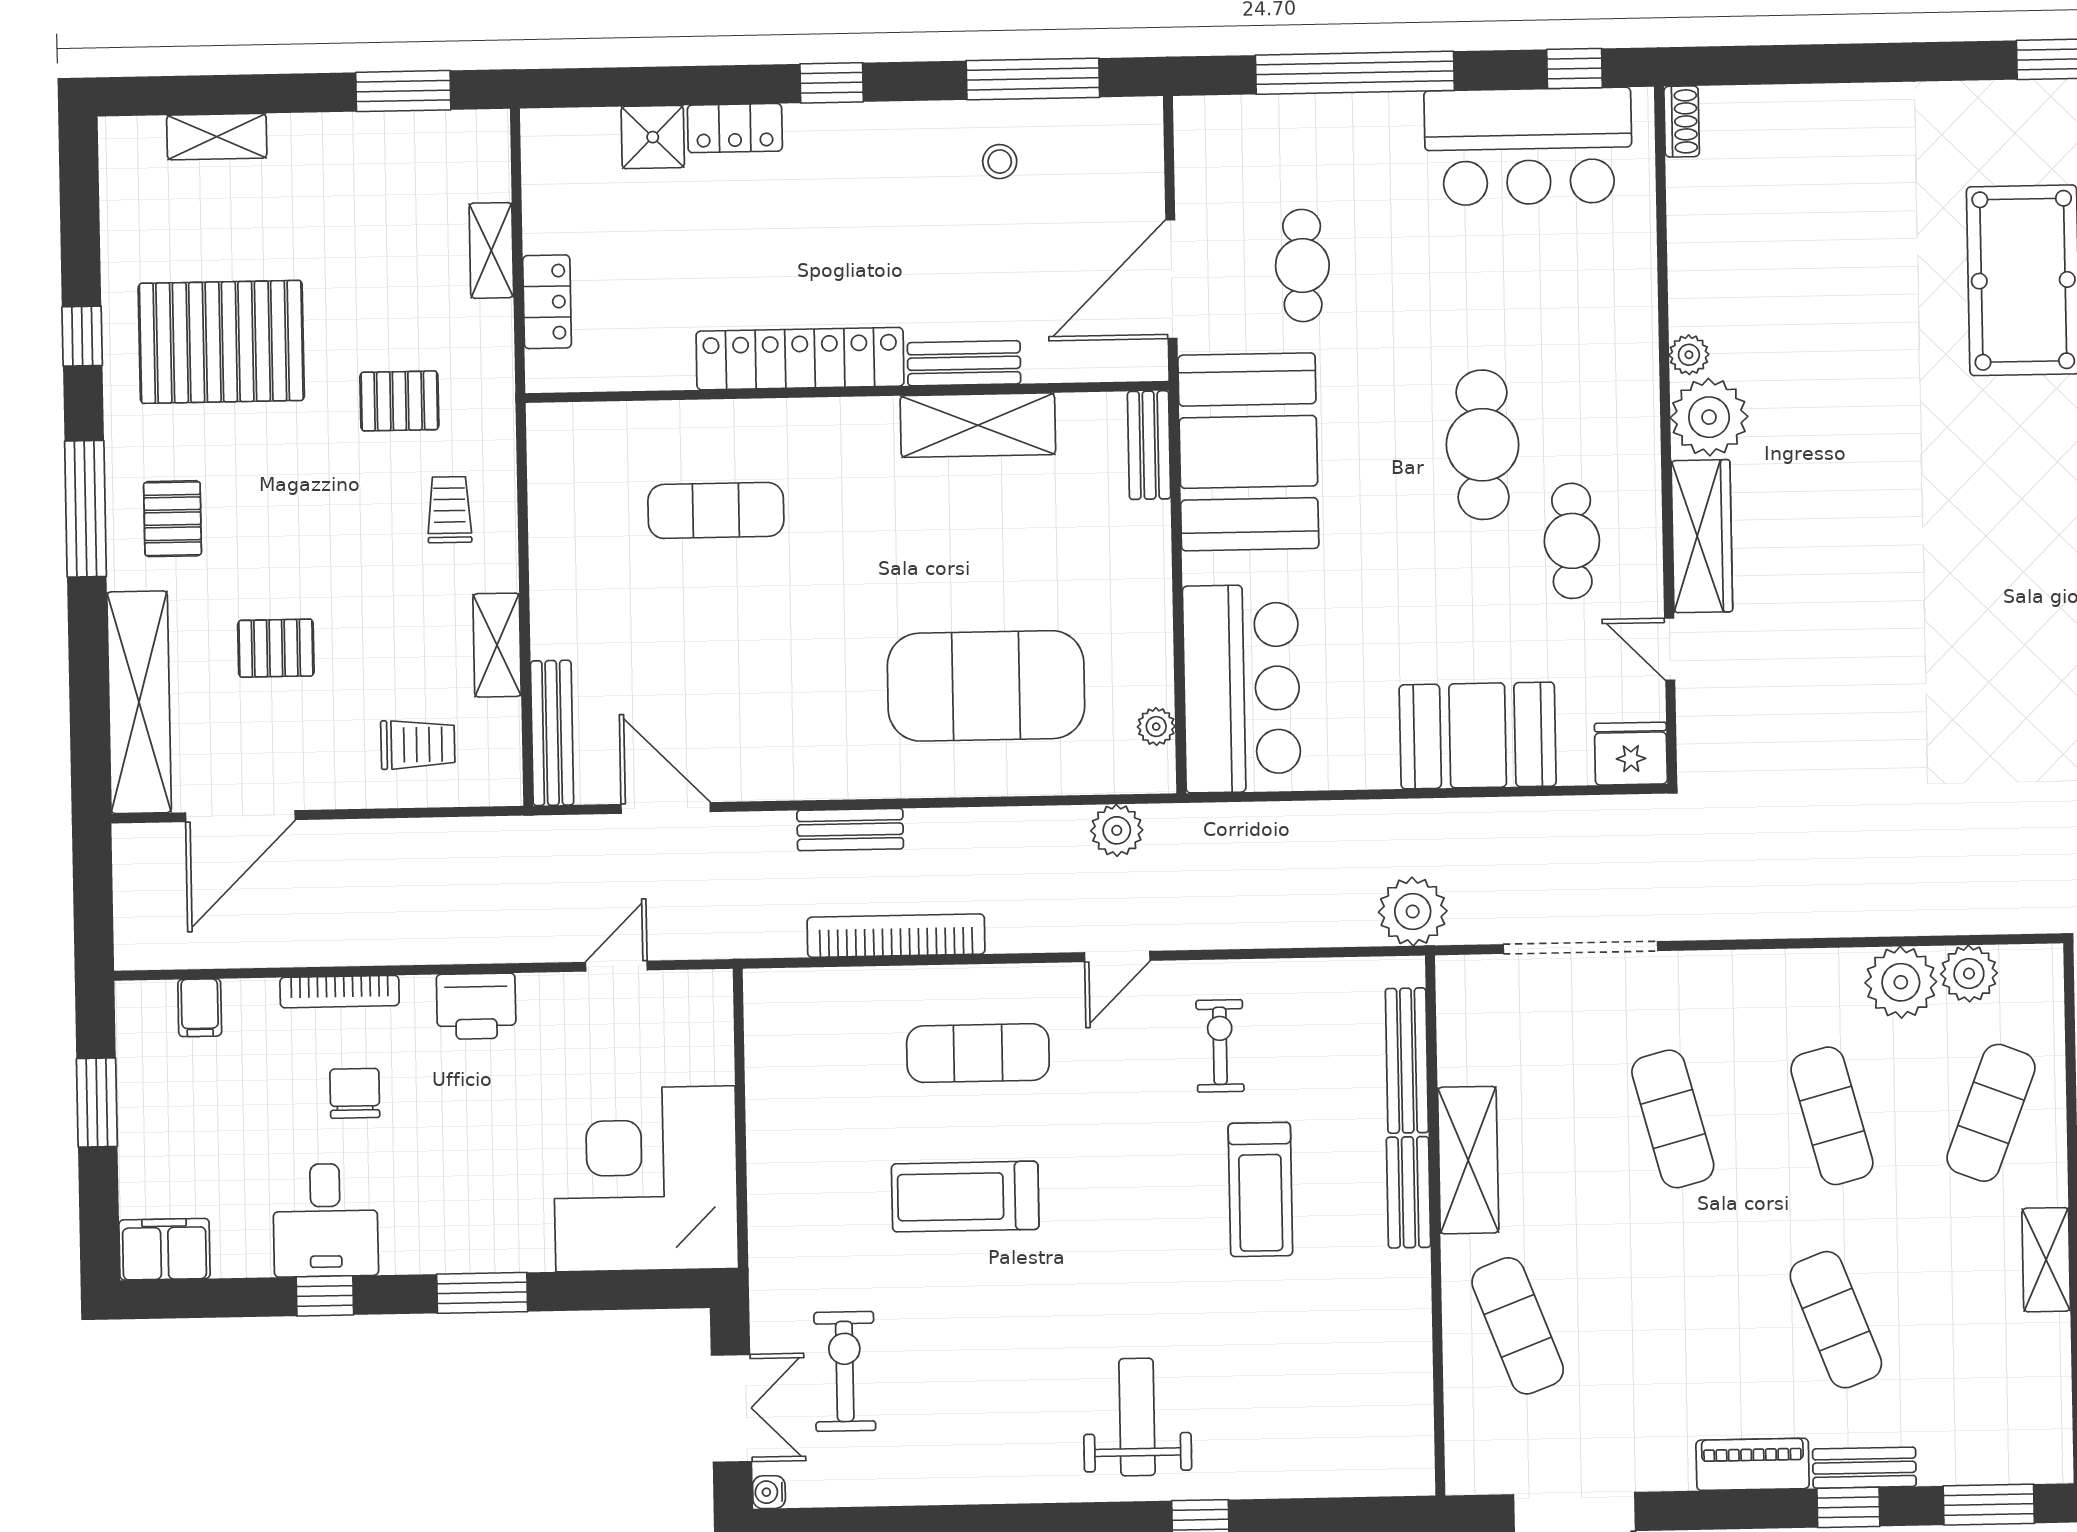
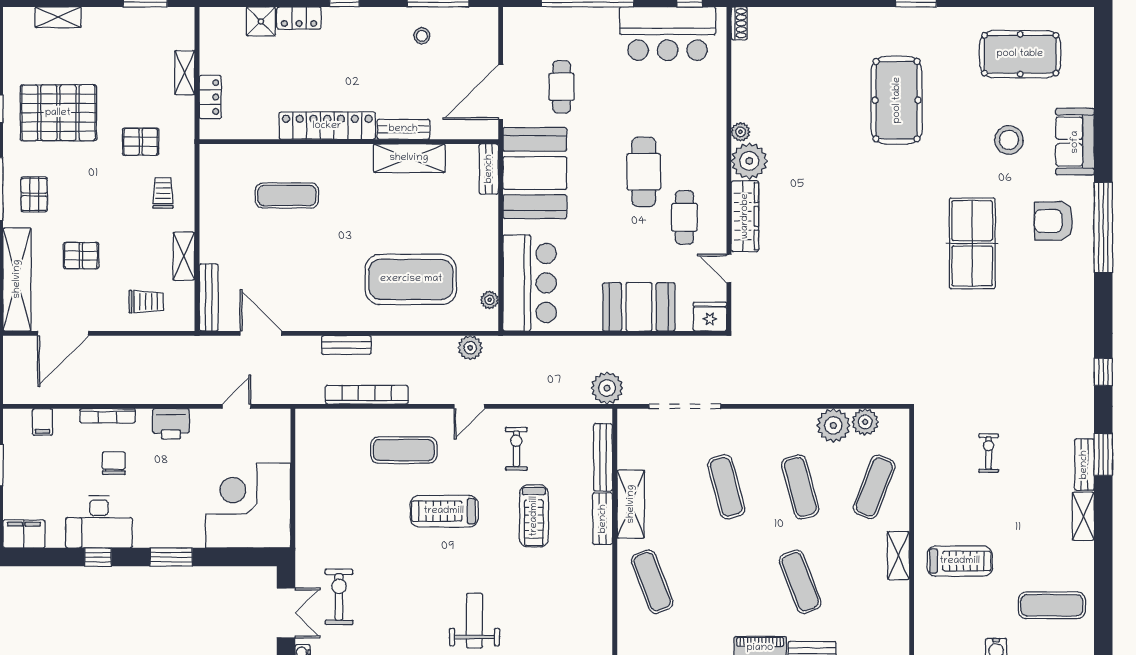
treadmill: (965, 1197) -> (444, 511), moved
desk: (325, 1220) -> (99, 522), width x1.37

